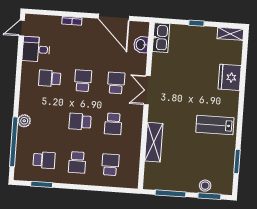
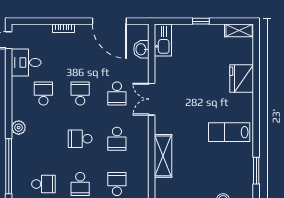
school desk: (50, 78) -> (43, 93), turned 90
school desk: (116, 83) -> (117, 93), turned 180
plant: (24, 121) -> (19, 128), moved

